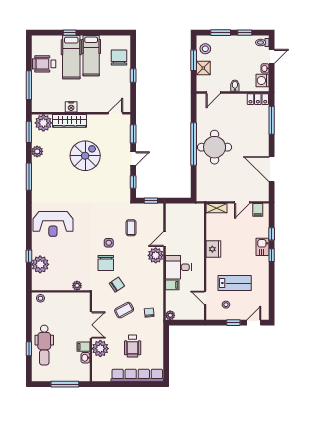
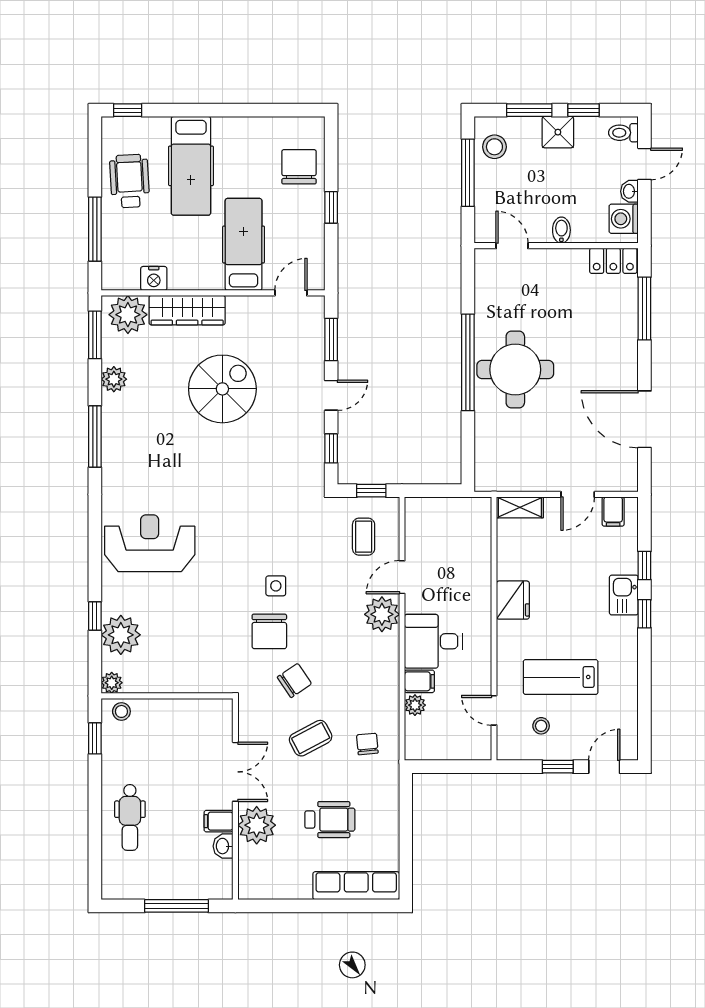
window: (70, 33) -> (128, 110), moved
hospital bed: (91, 56) -> (244, 244), moved, turned 180
window: (194, 60) -> (468, 173), width x1.44
wheelchair: (44, 64) -> (130, 181), turned 87
shower: (203, 68) -> (558, 132), moved
door: (213, 92) -> (512, 246), swing flipped
nightstand: (71, 107) -> (154, 278), moved
reception desk: (53, 224) -> (150, 543), turned 180
coffee table: (131, 228) -> (364, 537), moved
lab bench: (235, 283) -> (561, 677), turned 180
plant: (77, 286) -> (112, 683), moved
plant: (170, 315) -> (415, 705), moved
dental chair: (44, 345) -> (130, 817), width x0.73, depth x0.72
wheelchair: (133, 346) -> (330, 820), turned -90
window: (29, 349) -> (95, 738), moved
row of seats: (137, 375) -> (356, 886), width x0.73

